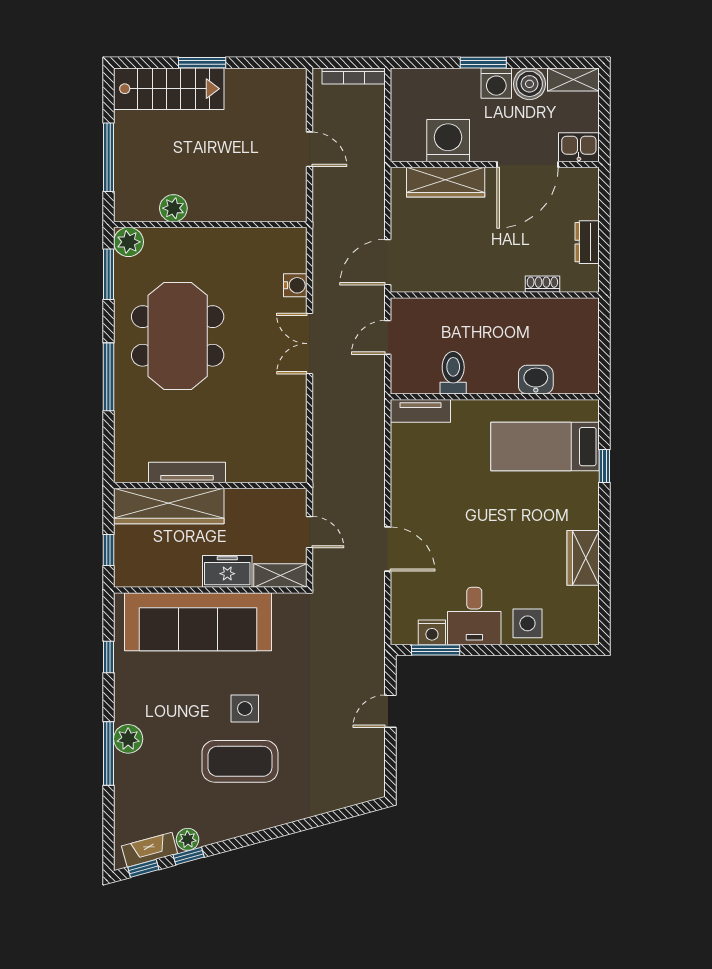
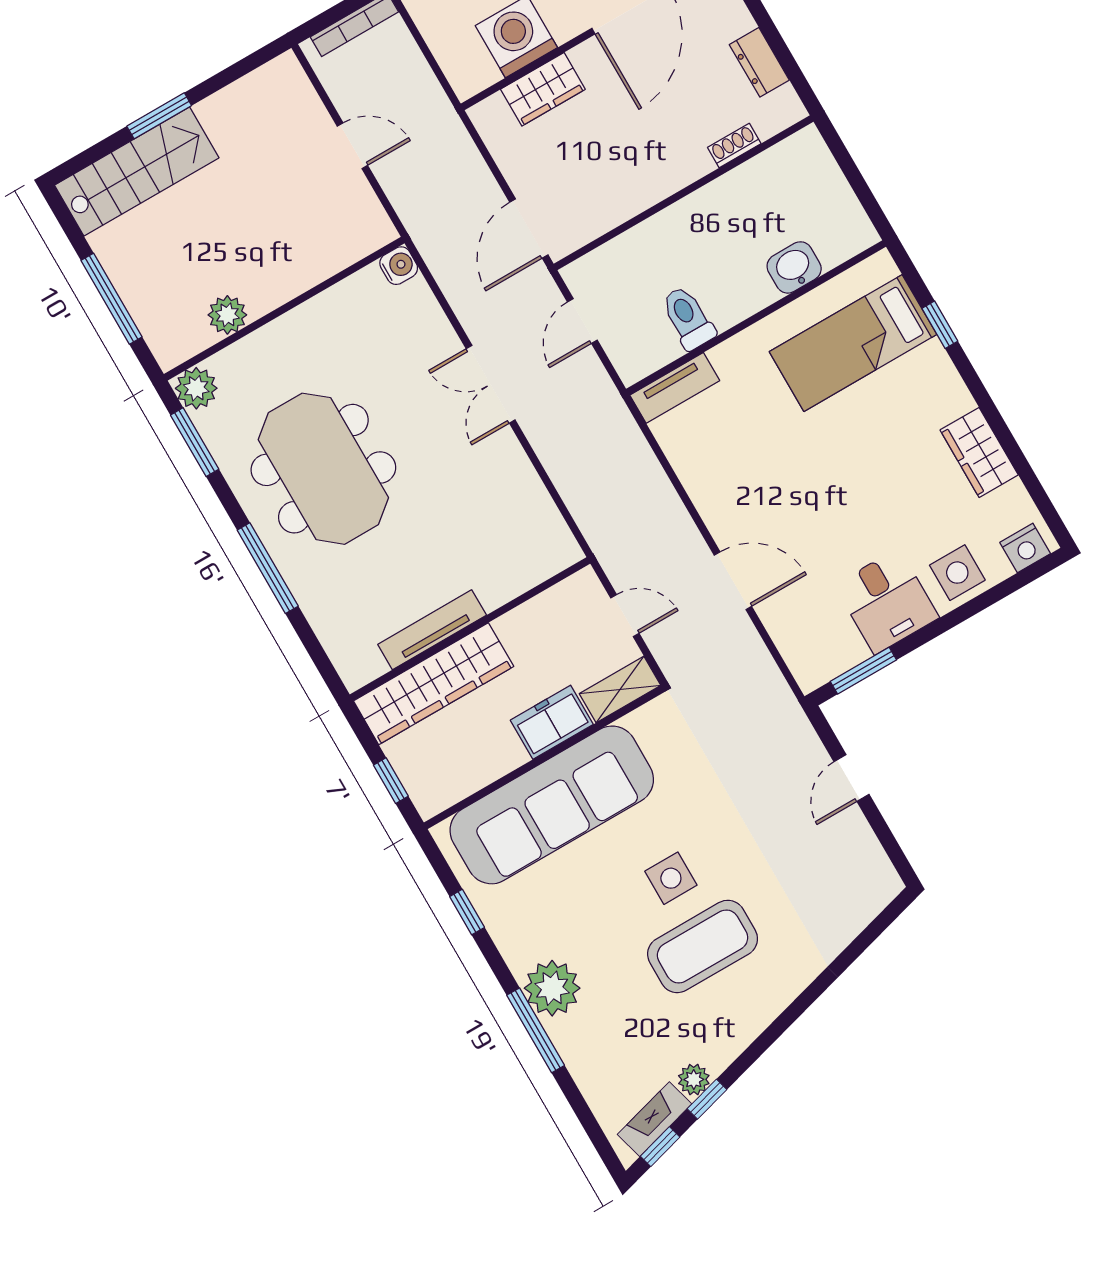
wardrobe: (446, 182) -> (543, 89), width x0.67
water cooler: (295, 285) -> (399, 266), moved
nightstand: (432, 632) -> (1025, 548), moved
plant: (128, 739) -> (552, 988), width x1.36, depth x1.36

